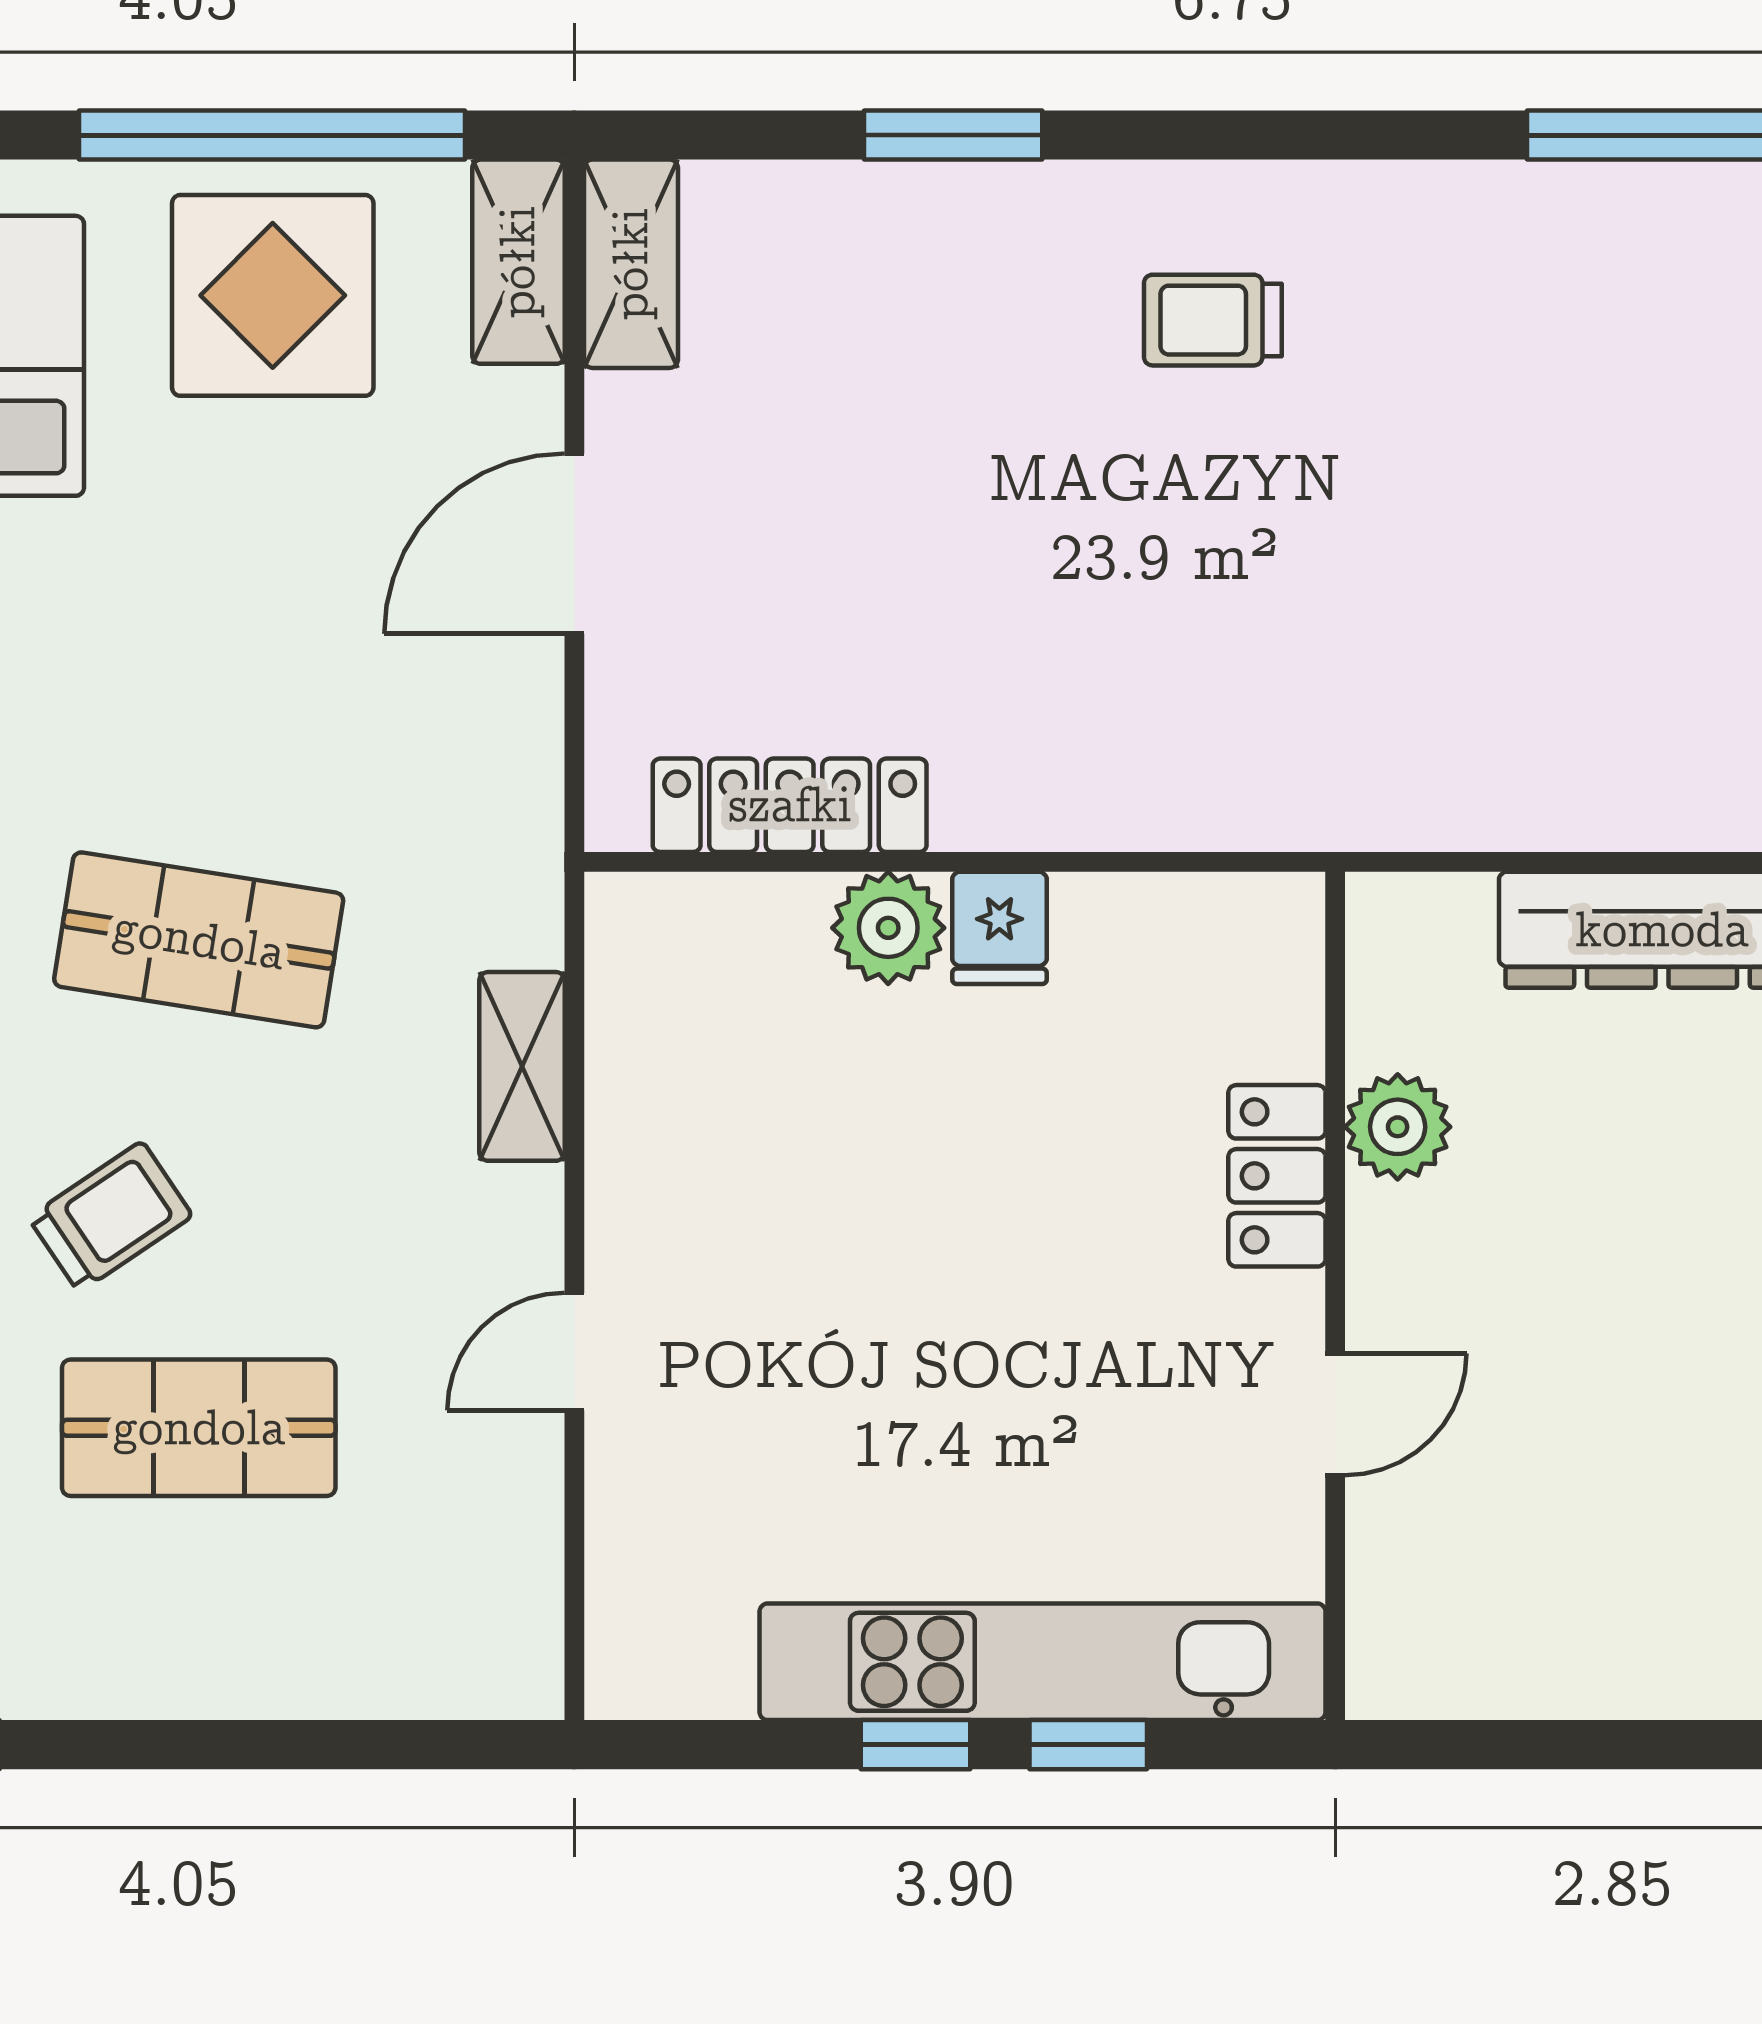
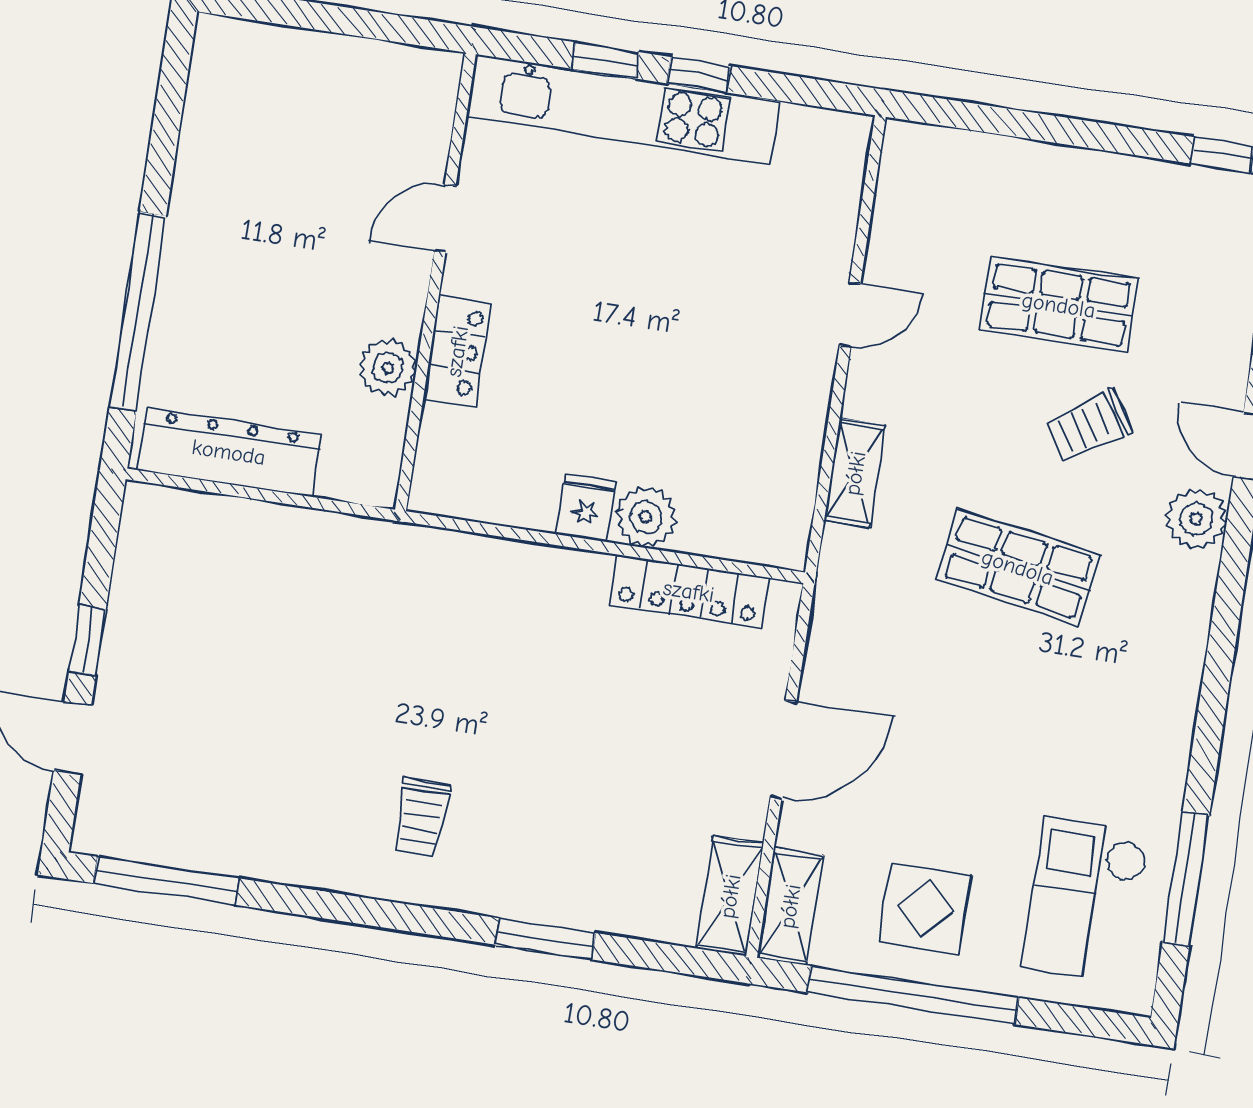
display table: (273, 295) -> (925, 909), width x0.73, depth x0.73
trolley: (1213, 320) -> (421, 818), turned 90

